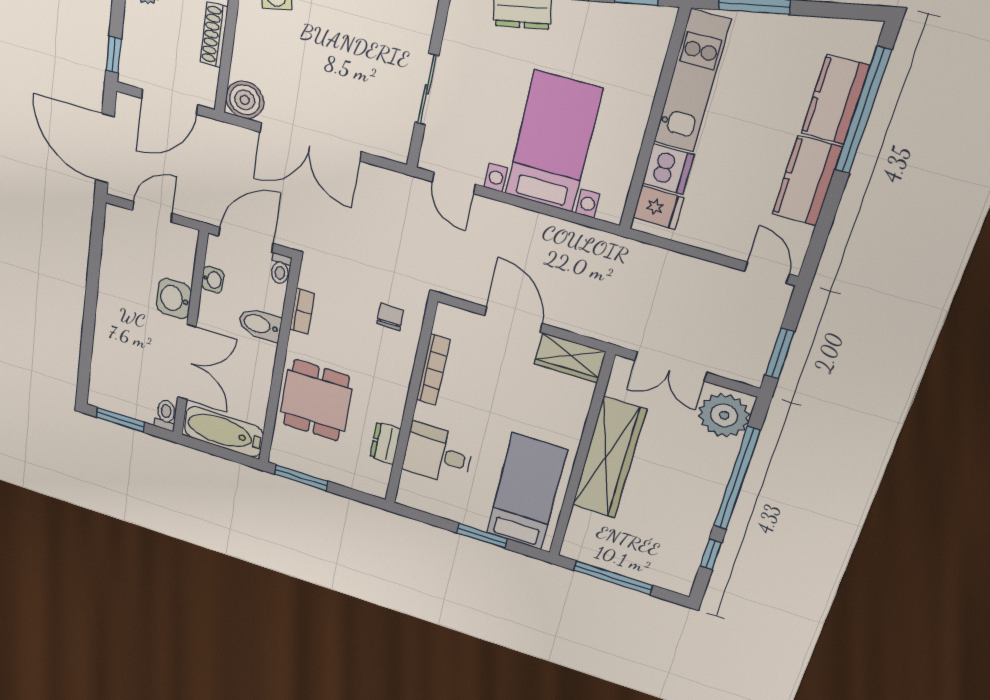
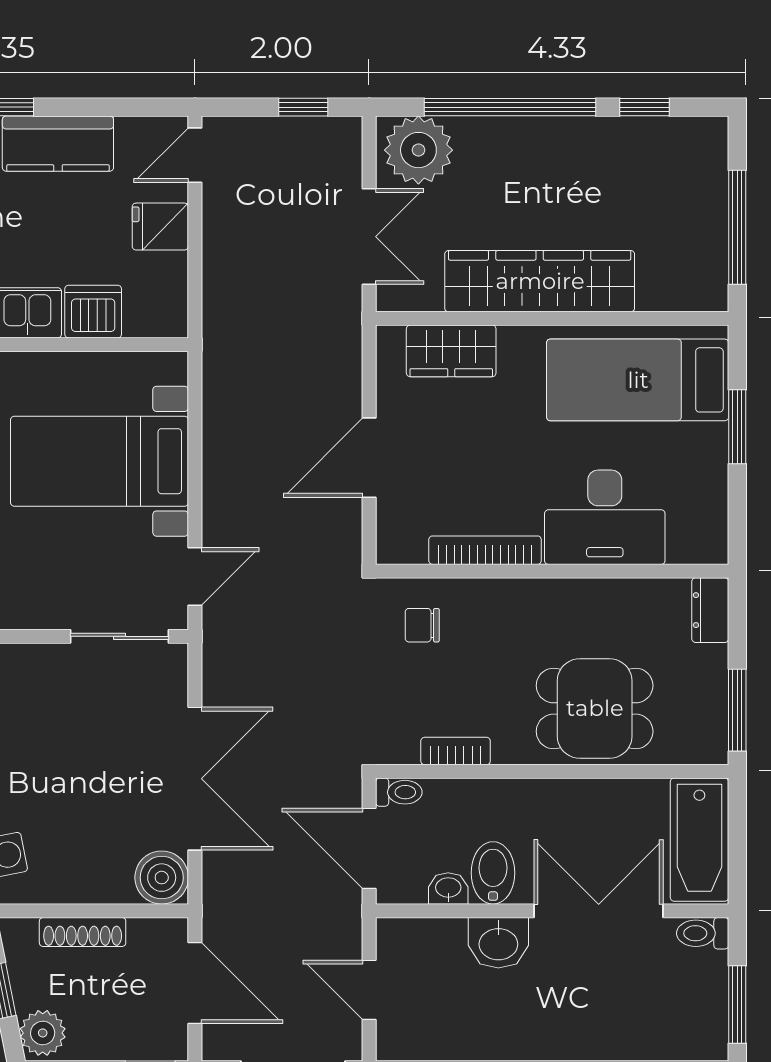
sliding door: (427, 89) -> (119, 636), moved
fridge: (659, 208) -> (160, 227), moved, turned -90
bidet: (260, 325) -> (493, 873), moved, turned 180
window: (780, 353) -> (303, 107), width x0.67
wardrobe: (570, 358) -> (451, 351), moved, turned 90
dresser: (385, 443) -> (710, 610), moved, turned 90
desk: (438, 454) -> (605, 517), width x1.37

